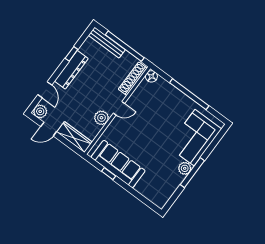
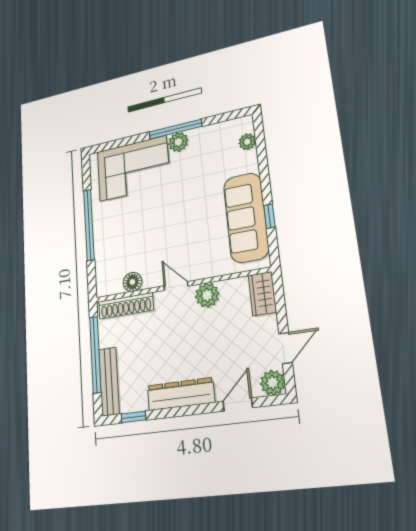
window: (71, 54) -> (133, 417), moved
floor lamp: (151, 76) -> (132, 282), moved
door: (49, 129) -> (286, 348), hinge flipped
wardrobe: (75, 137) -> (262, 294), width x0.67
plant: (151, 196) -> (247, 142), added

